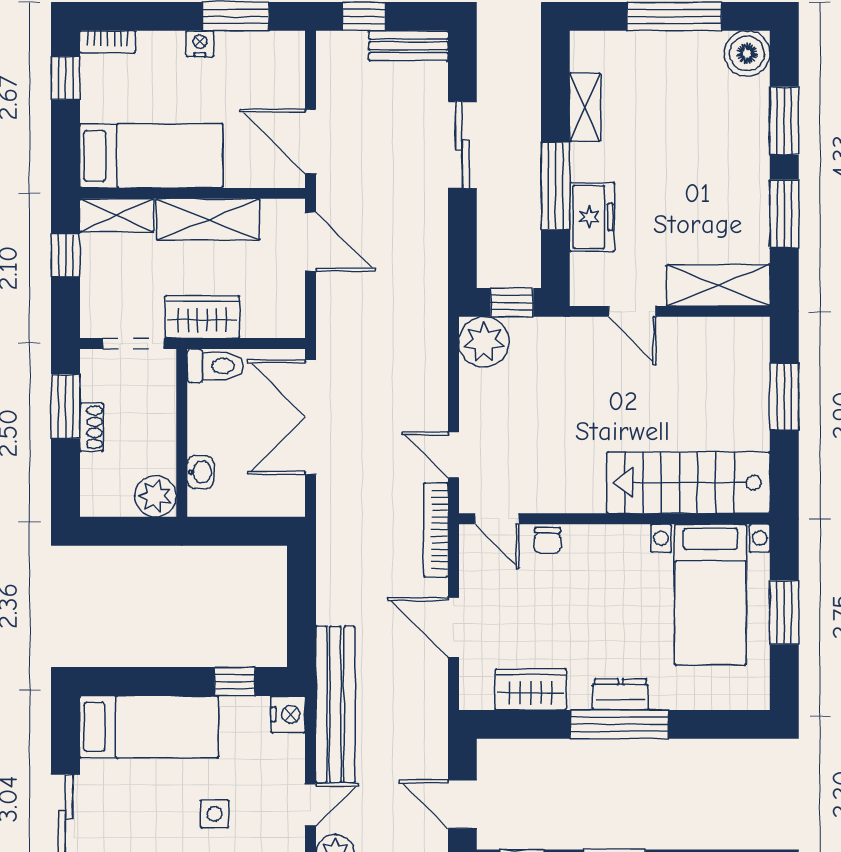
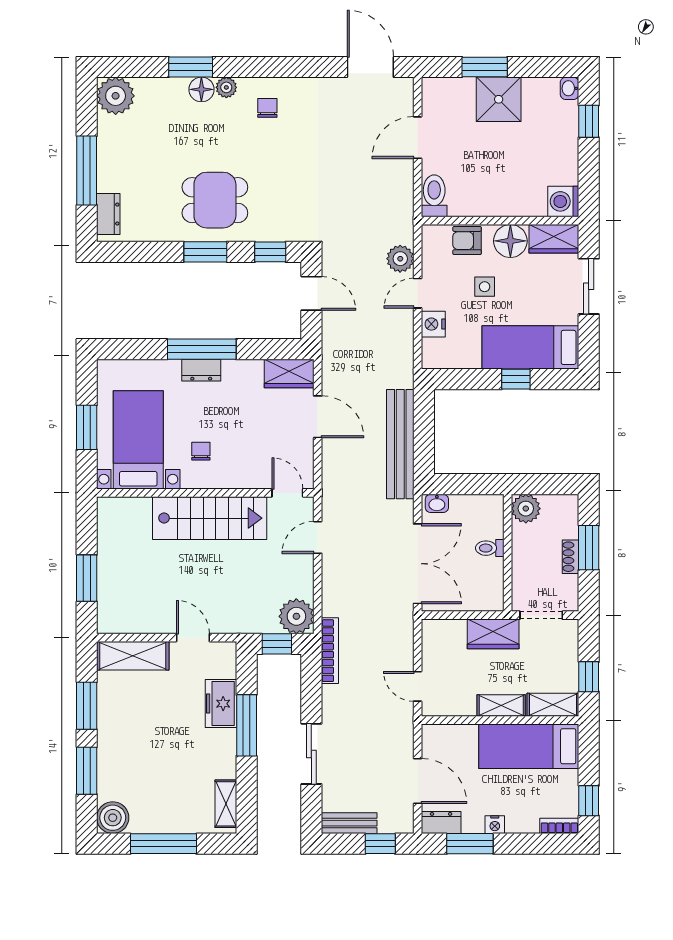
dresser: (277, 47) -> (441, 823), added
shelving: (585, 107) -> (226, 804), moved
door: (310, 141) -> (418, 781), moved
shelving: (208, 219) -> (501, 705), width x0.67, depth x0.75
door: (310, 242) -> (418, 686), width x0.73
toilet: (215, 366) -> (490, 548), moved, width x0.73, depth x0.72
window: (65, 406) -> (589, 548), moved
door: (453, 455) -> (318, 537), swing flipped
washbasin: (200, 472) -> (437, 503), moved, turned -90
stairs: (688, 483) -> (210, 518), moved
bookcase: (436, 530) -> (330, 651), moved
chair: (548, 541) -> (201, 451), moved
window: (235, 681) -> (516, 379), moved
wardrobe: (531, 689) -> (289, 374), moved
bench: (335, 705) -> (400, 444), moved
nightstand: (288, 714) -> (433, 324), moved

